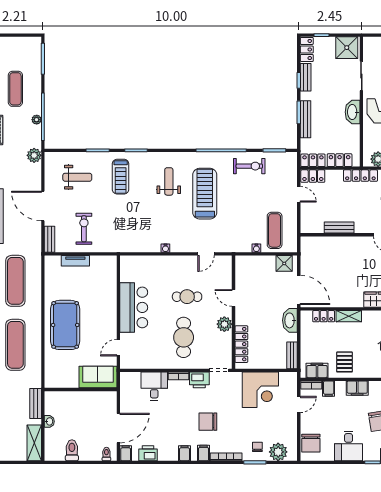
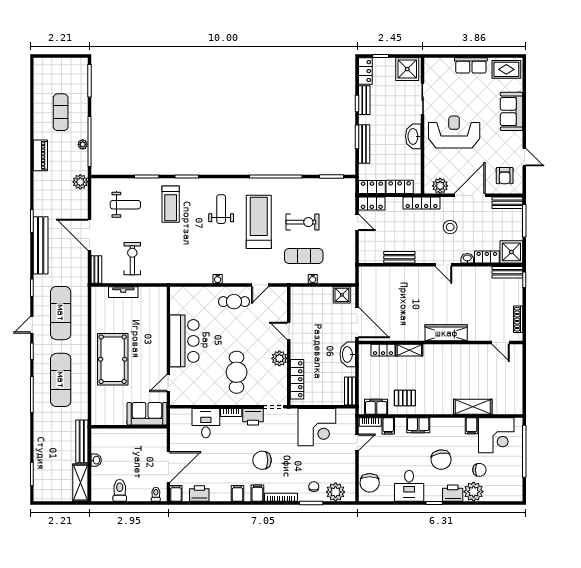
exercise bike: (249, 166) -> (302, 222), moved
exercise mat: (275, 230) -> (304, 256), moved, turned 90
cafe table: (187, 297) -> (234, 302), moved
pallet: (344, 362) -> (405, 398), turned 90
bench: (36, 403) -> (82, 441), width x1.36

